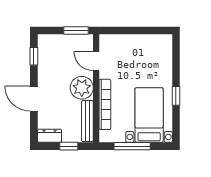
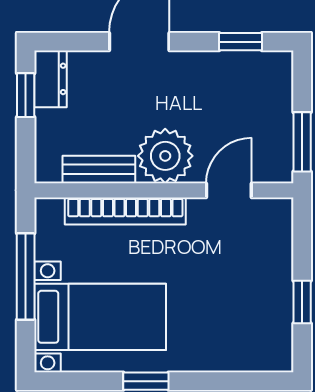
window: (143, 30) -> (302, 302), added
bench: (87, 121) -> (99, 169), width x0.73
window: (69, 146) -> (26, 95), moved

